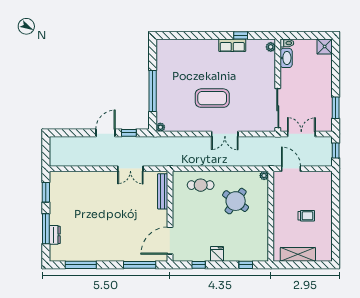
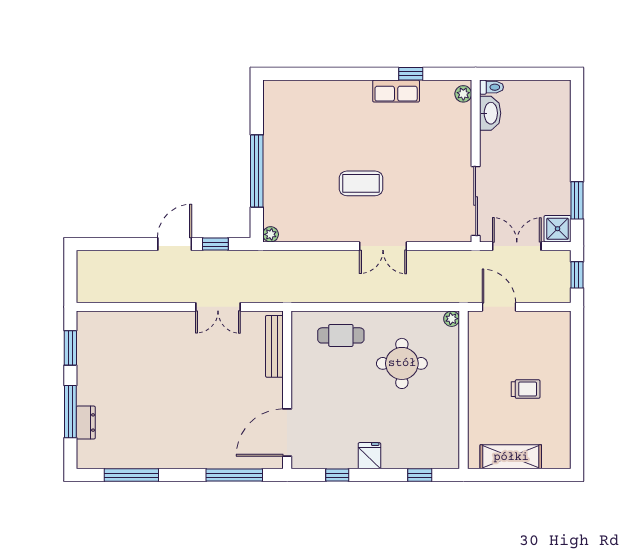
shower: (325, 47) -> (558, 229), moved
coffee table: (212, 98) -> (361, 183), width x0.73, depth x0.76
round table: (236, 201) -> (402, 363), turned -36

